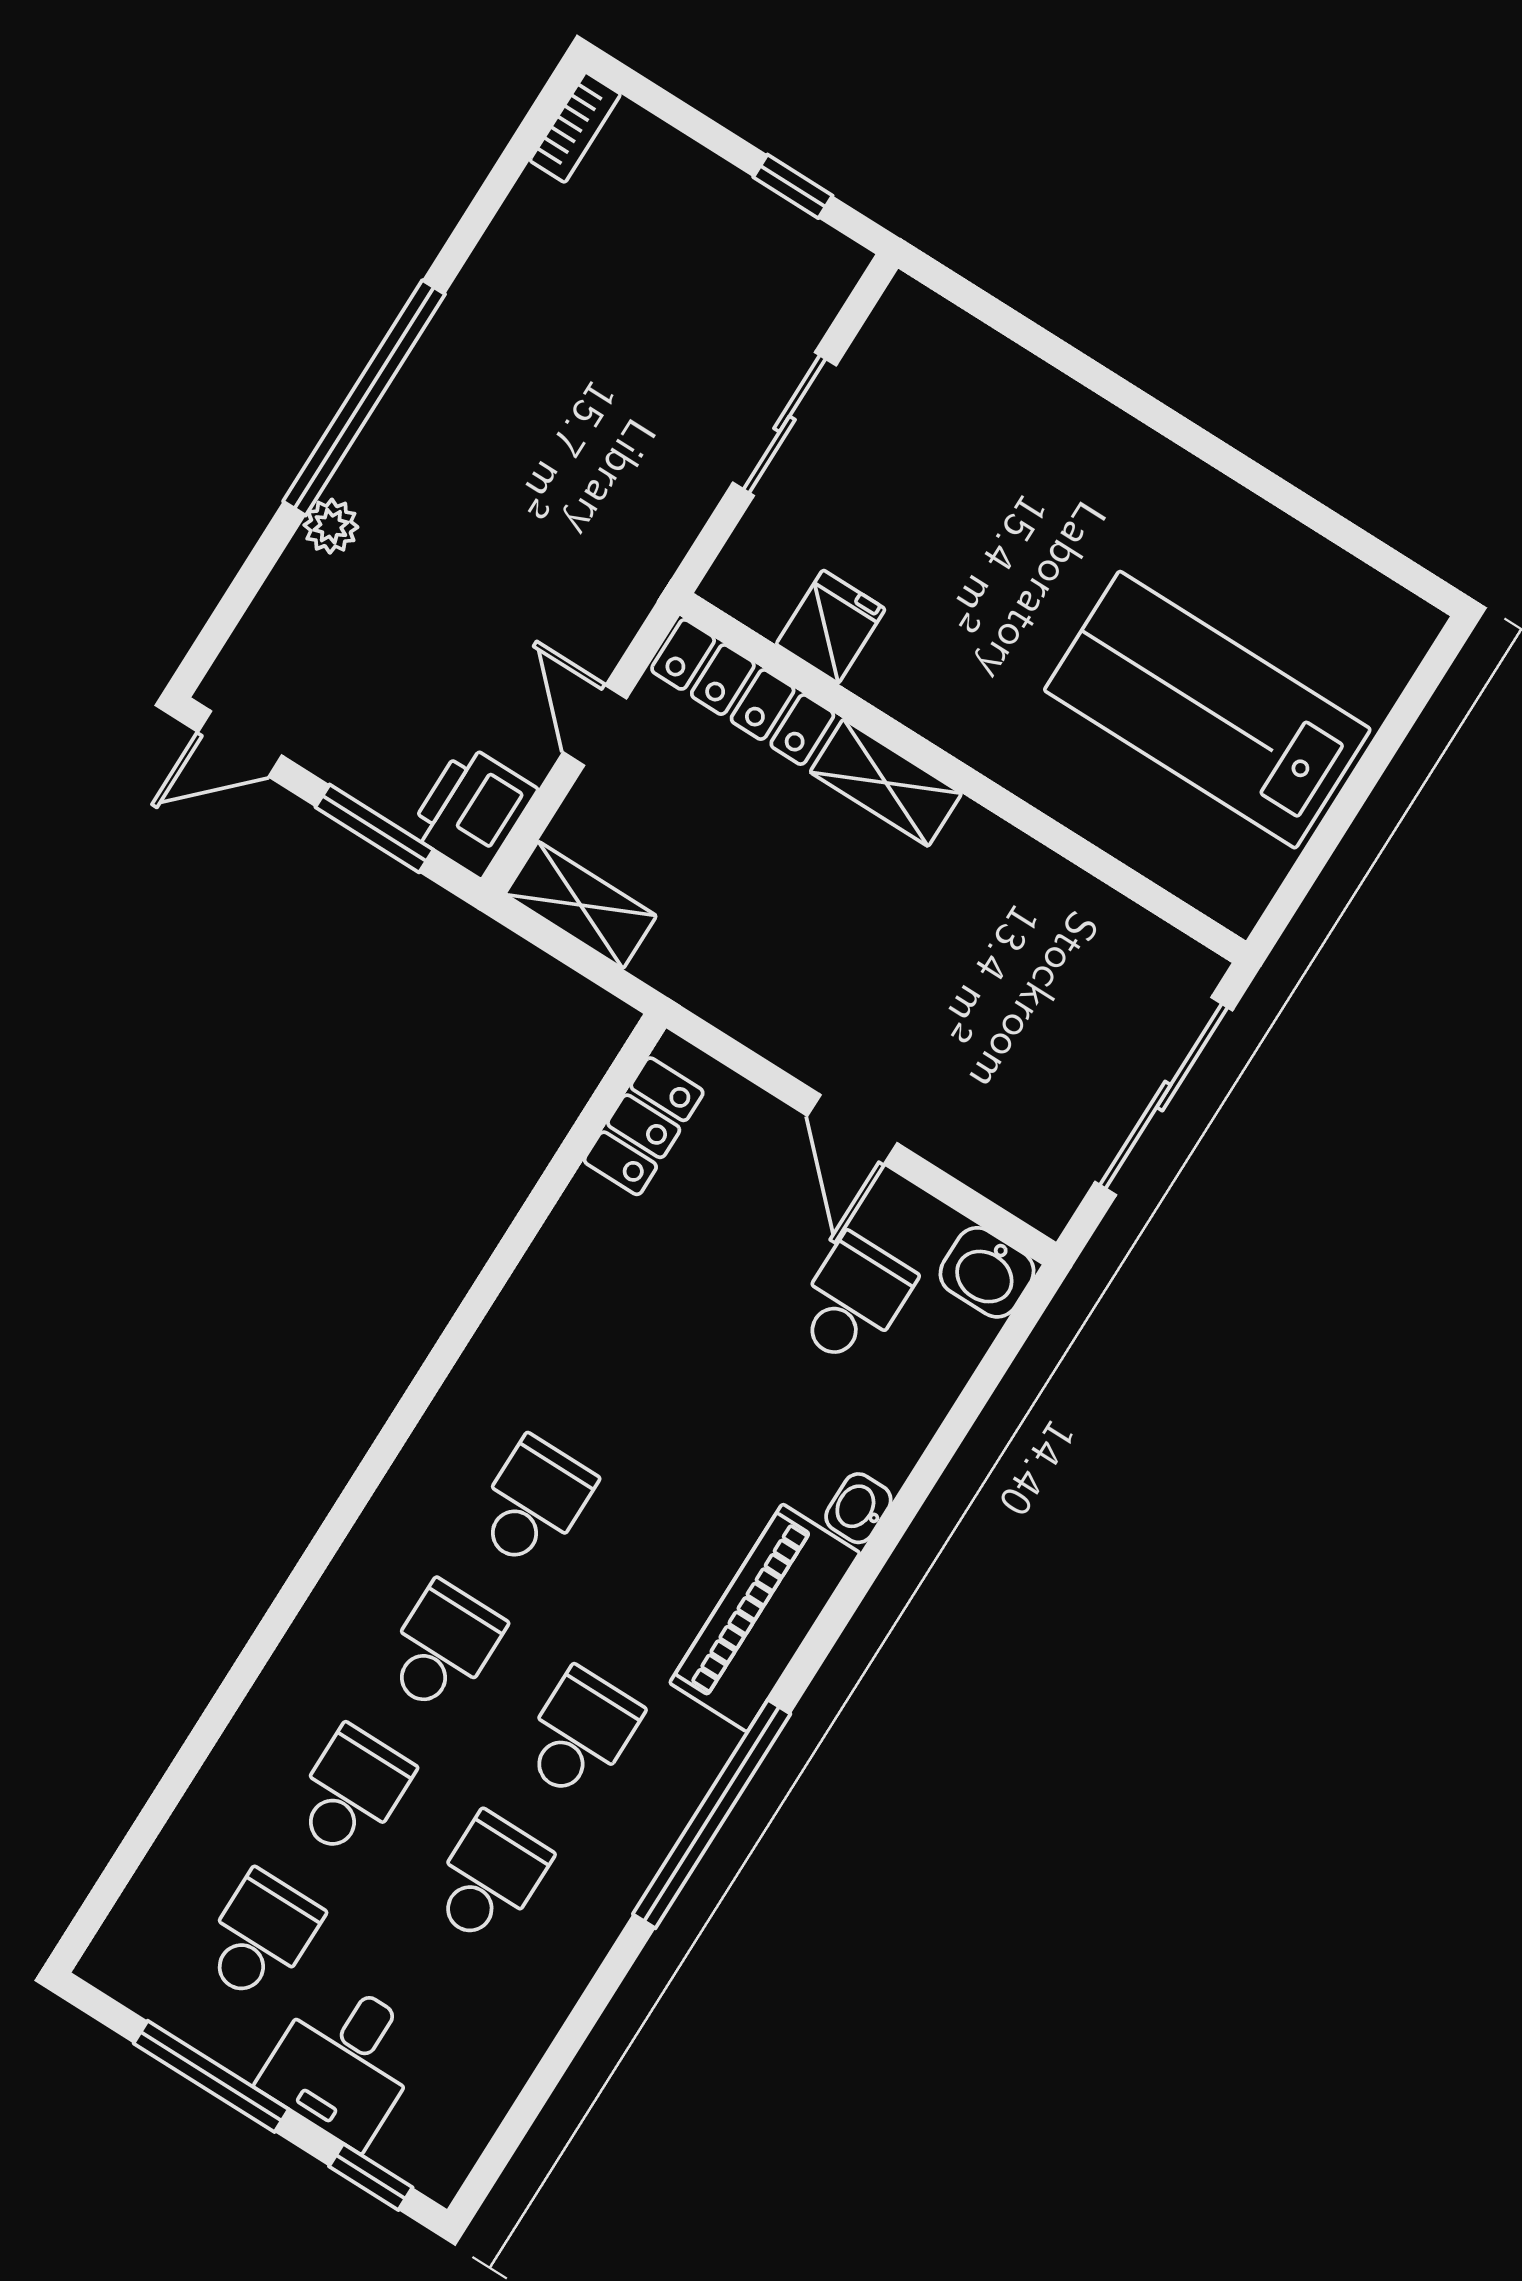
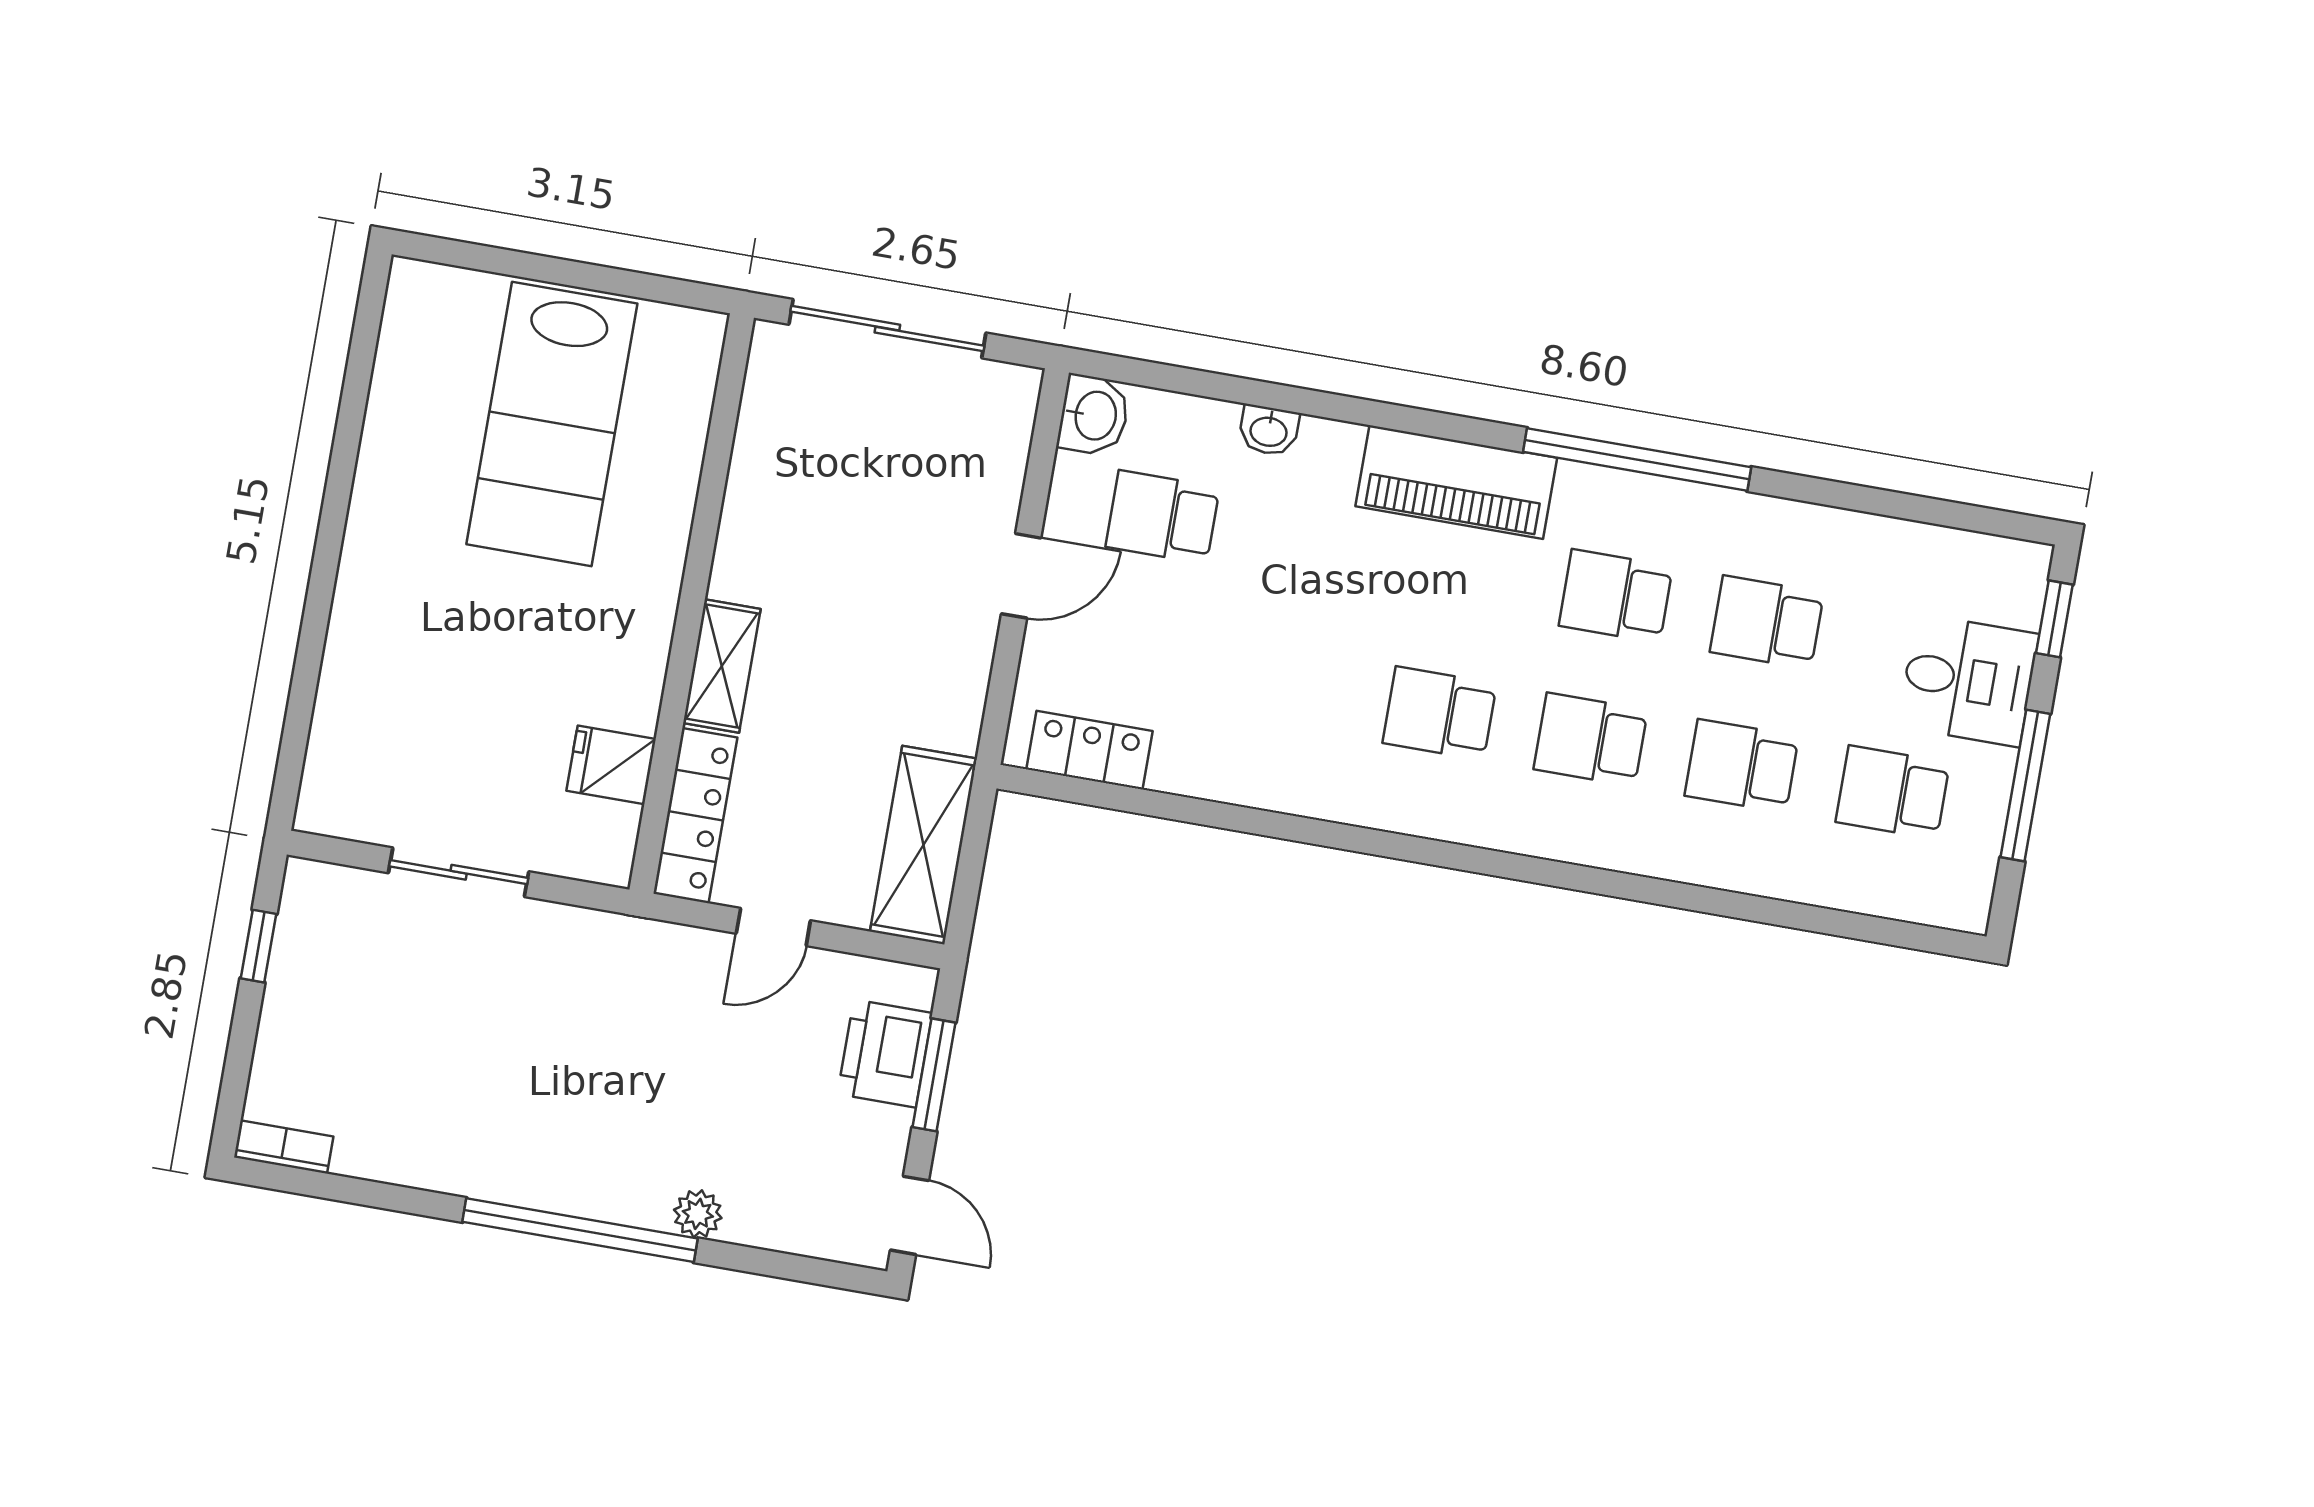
printer: (472, 811) -> (885, 1053), moved, turned 90
shelving: (580, 905) -> (923, 845), width x1.50, depth x1.33
washbasin: (858, 1508) -> (1269, 430), moved

